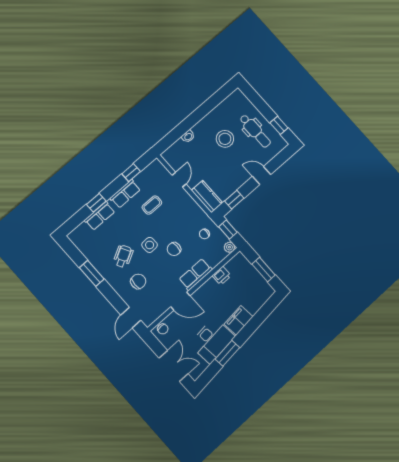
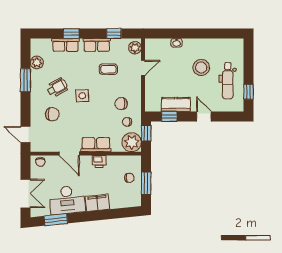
plant: (158, 169) -> (135, 48), added
kitchen counter: (207, 197) -> (176, 104), moved, turned -90
plant: (229, 247) -> (132, 142), width x1.88, depth x1.88
chair: (174, 249) -> (121, 104), moved
plant: (88, 251) -> (37, 62), added
printer: (222, 276) -> (99, 161), moved
chair: (246, 277) -> (129, 178), added
door: (131, 318) -> (25, 134), hinge flipped
window: (227, 353) -> (56, 220), moved

